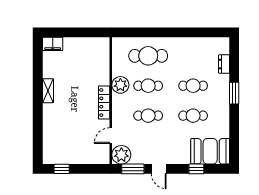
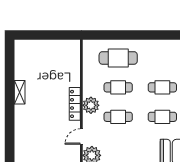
filing cabinet: (53, 44) -> (24, 46), removed
plant: (120, 85) -> (91, 105), moved

